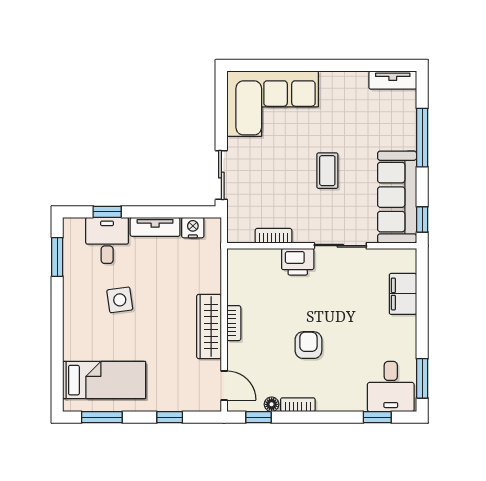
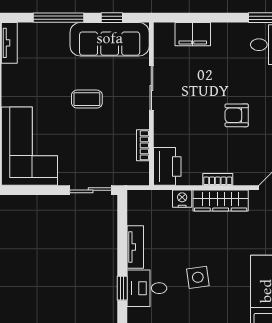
window: (422, 219) -> (112, 18), moved
nightstand: (193, 228) -> (182, 199), moved, turned 90
printer: (298, 262) -> (167, 166), moved, width x1.37, depth x1.19

